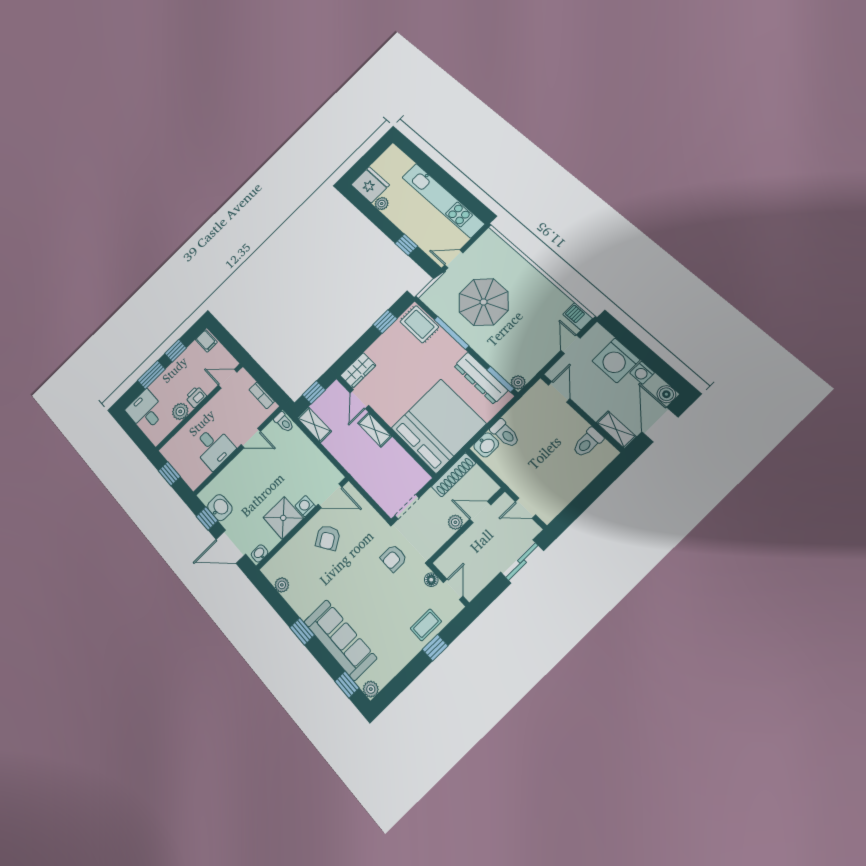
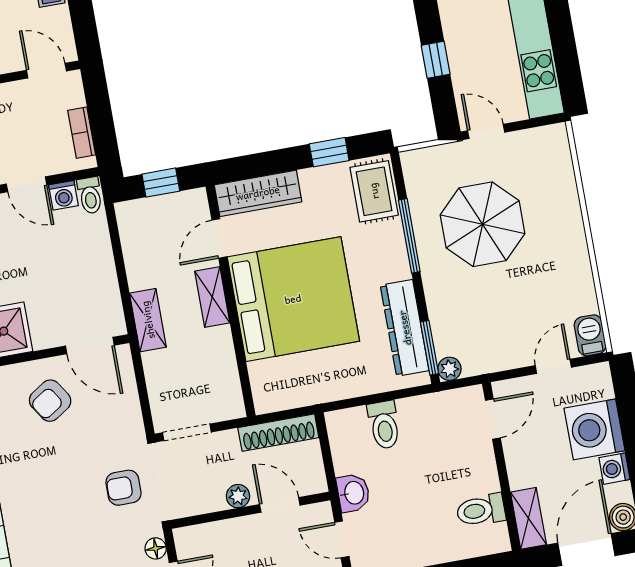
wardrobe: (358, 370) -> (258, 193), width x1.50
shelving: (314, 425) -> (148, 320), moved
bed: (438, 426) -> (293, 299), moved
washbasin: (486, 445) -> (353, 493), moved, turned -90
washing machine: (305, 506) -> (63, 195), moved, turned 180

